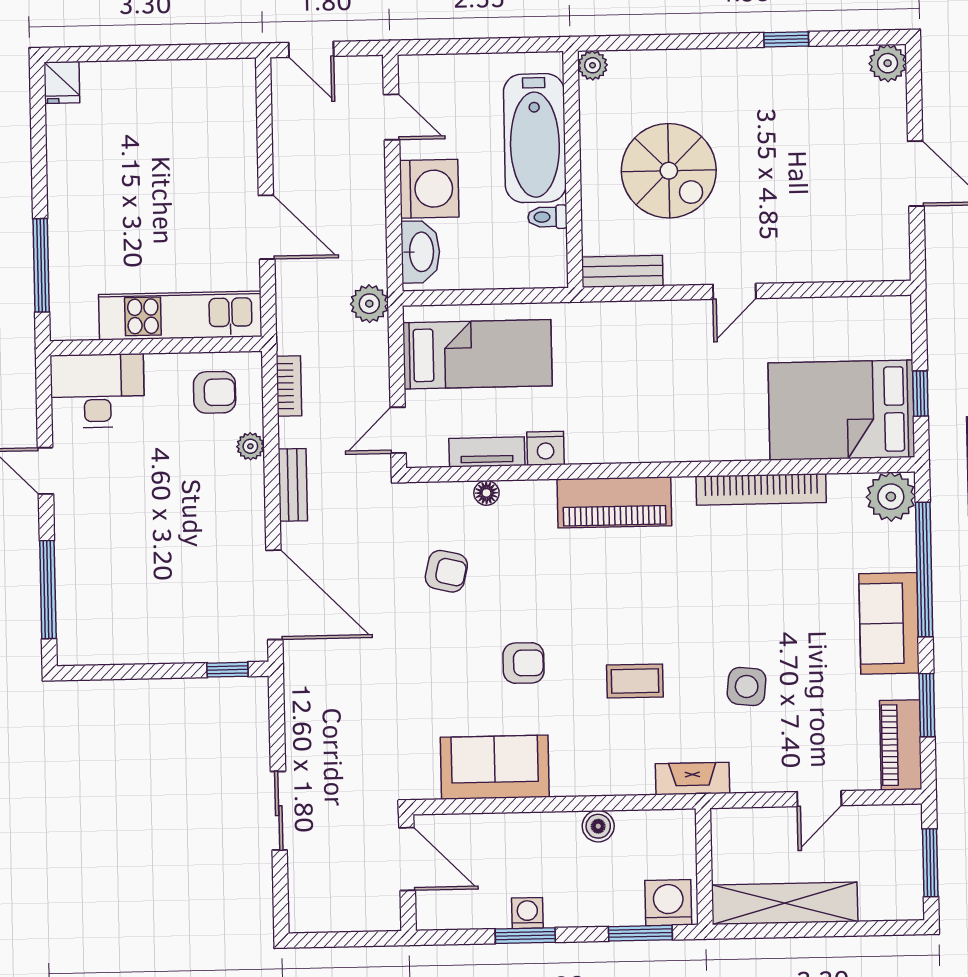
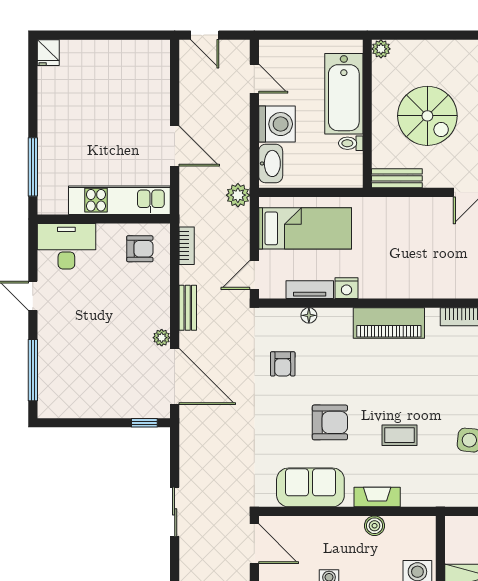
plant: (250, 446) -> (162, 338), moved
armchair: (446, 571) -> (283, 364), turned 77
armchair: (524, 663) -> (330, 422), width x1.38, depth x1.38
fireplace: (692, 779) -> (377, 497), moved

